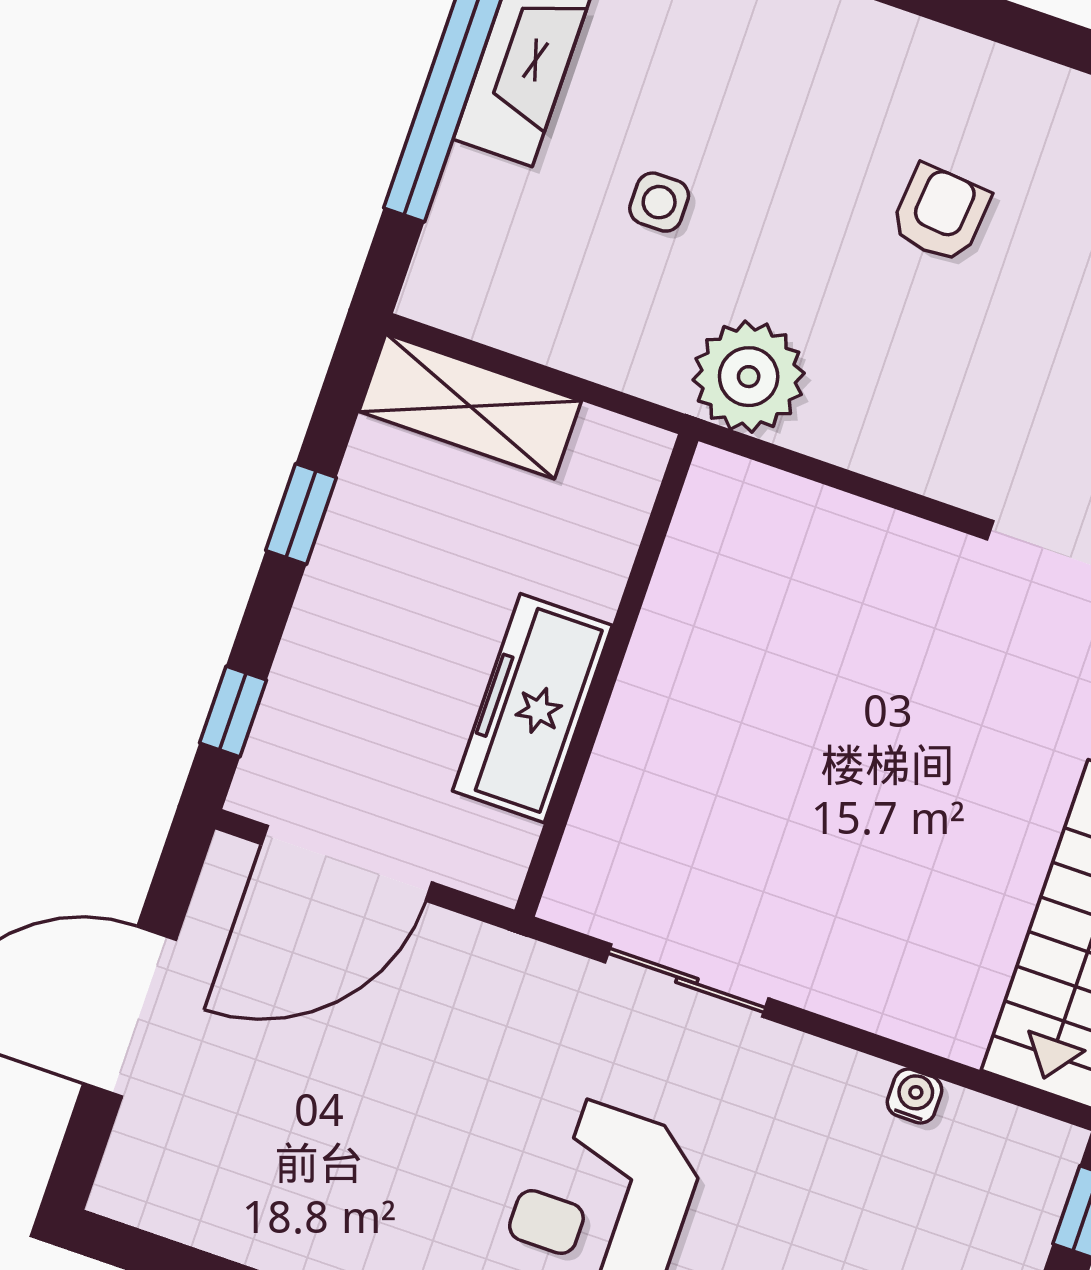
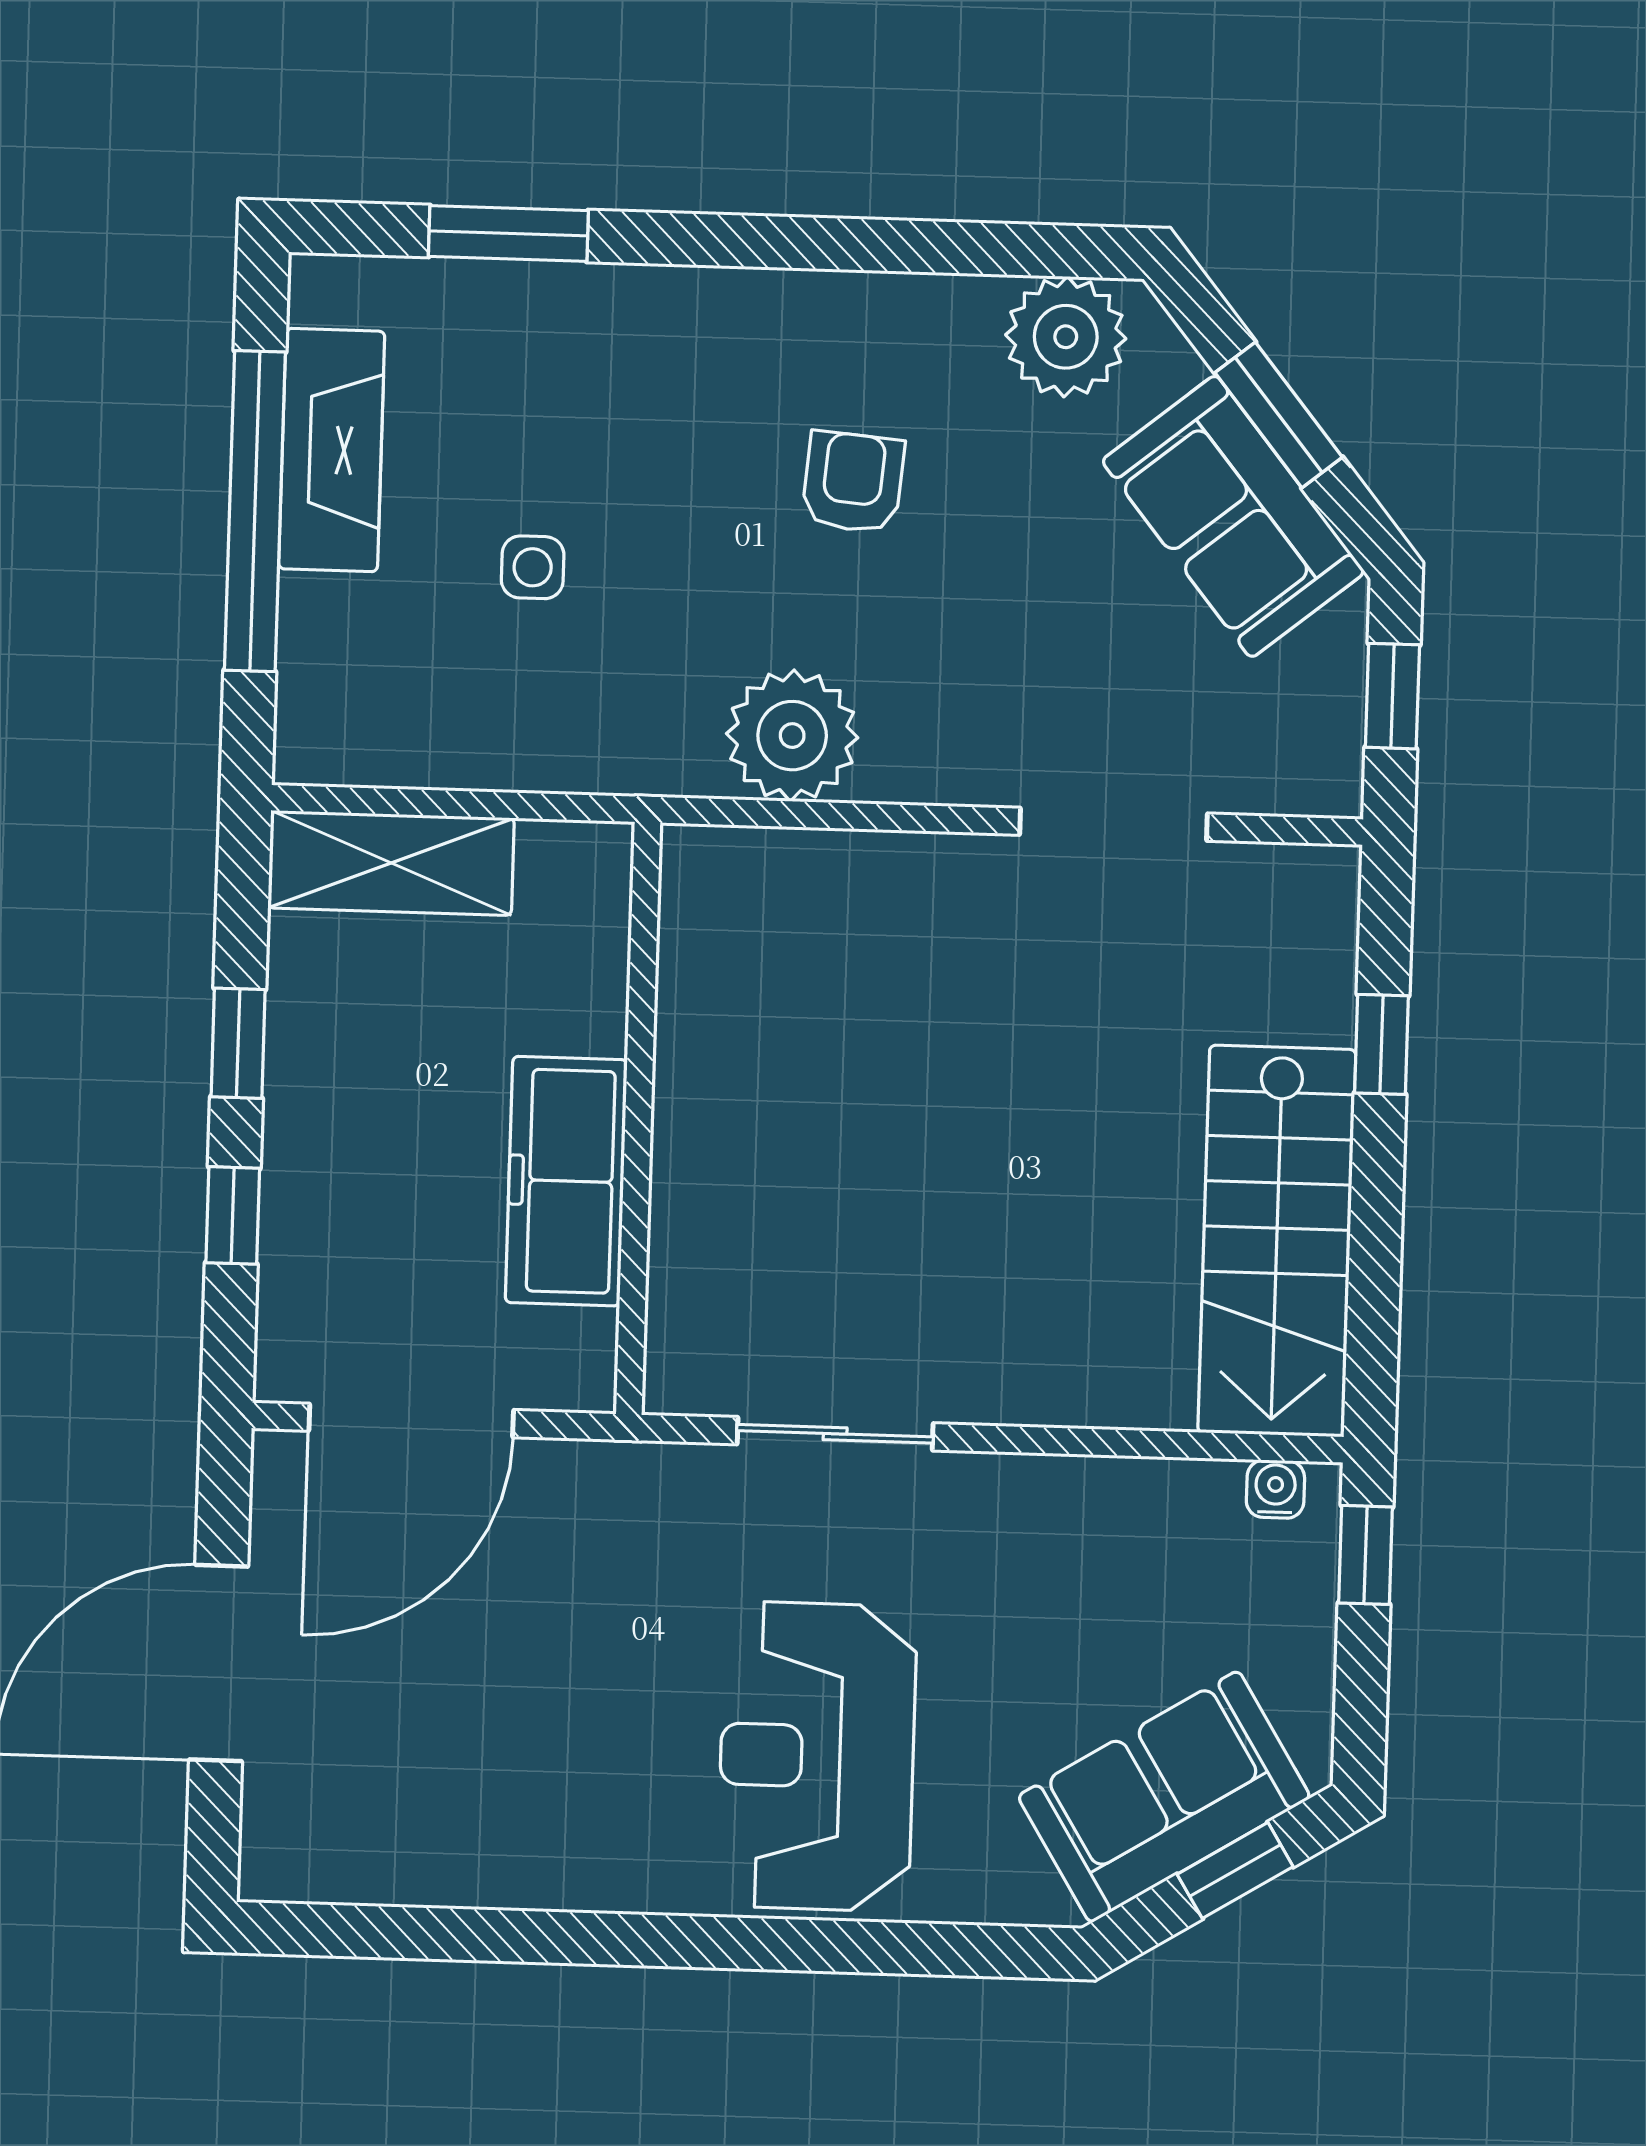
plant: (749, 377) -> (792, 736), moved
window: (233, 712) -> (233, 1215), moved
water cooler: (915, 1096) -> (1275, 1489), moved

